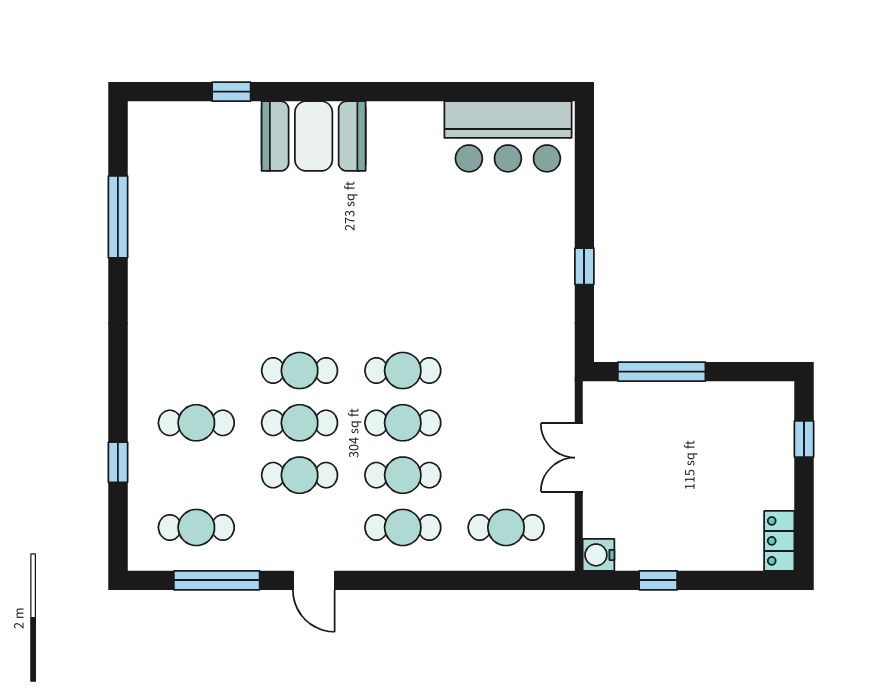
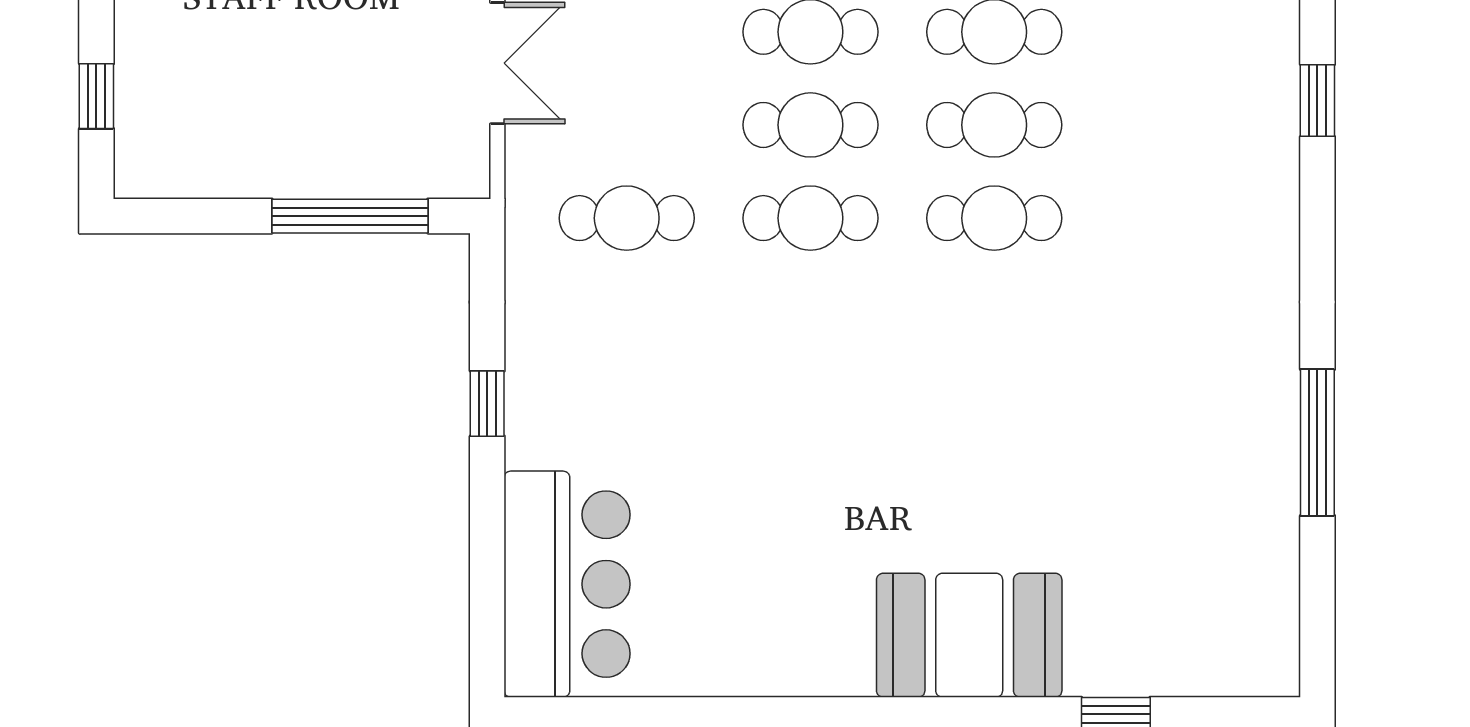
bar counter: (508, 137) -> (567, 584), moved, turned 90
window: (118, 217) -> (1317, 442), moved
cafe table: (196, 423) -> (627, 218), moved
window: (118, 462) -> (1317, 101), moved

